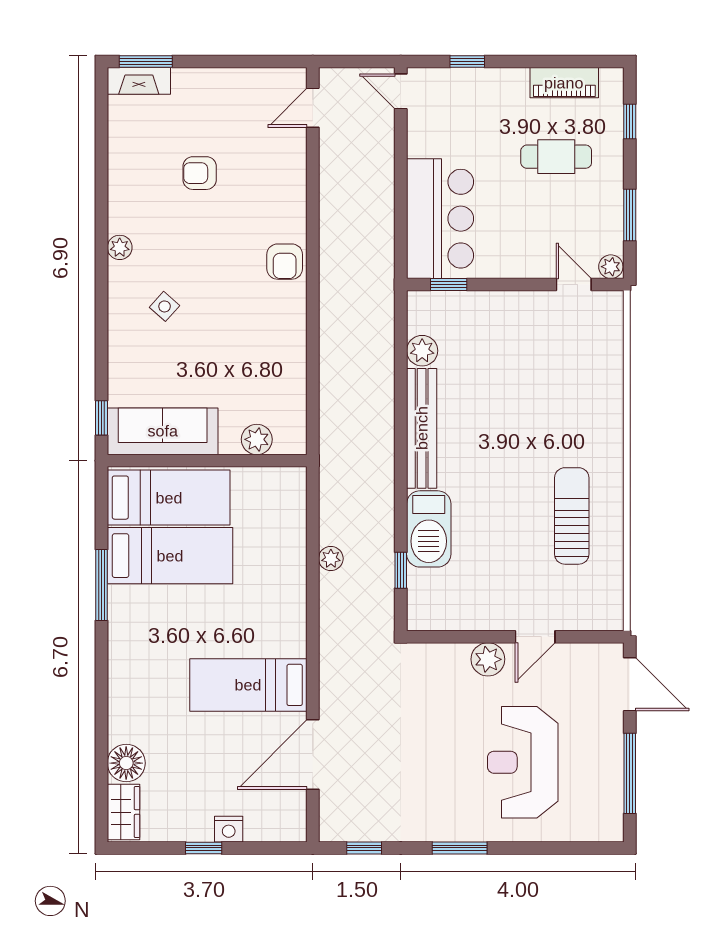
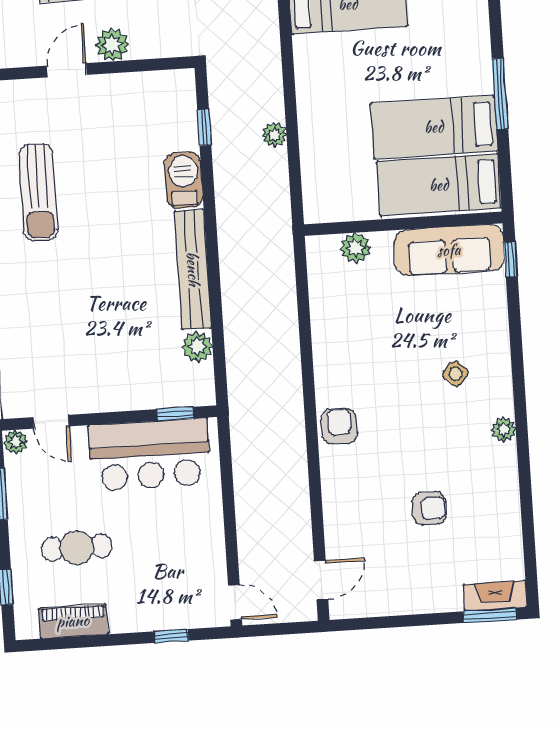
bar counter: (440, 219) -> (150, 454), moved, turned -90
barbecue: (429, 529) -> (184, 180), width x0.73, depth x0.83

